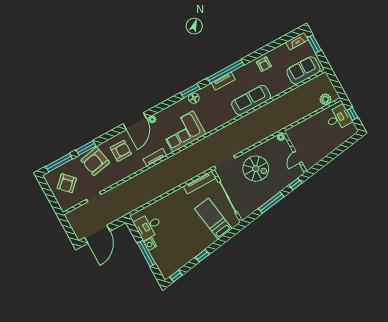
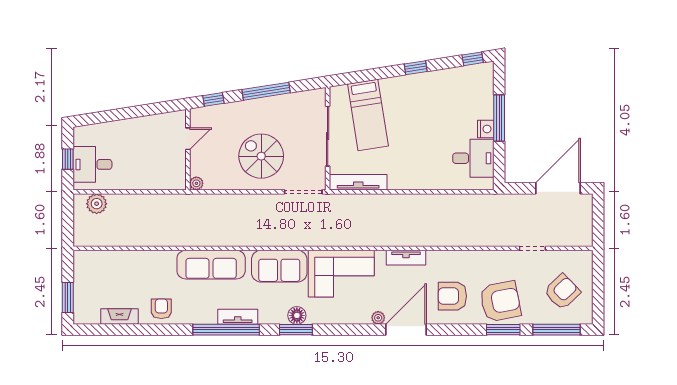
fireplace: (297, 41) -> (120, 316), moved
sofa: (303, 70) -> (279, 266), moved

